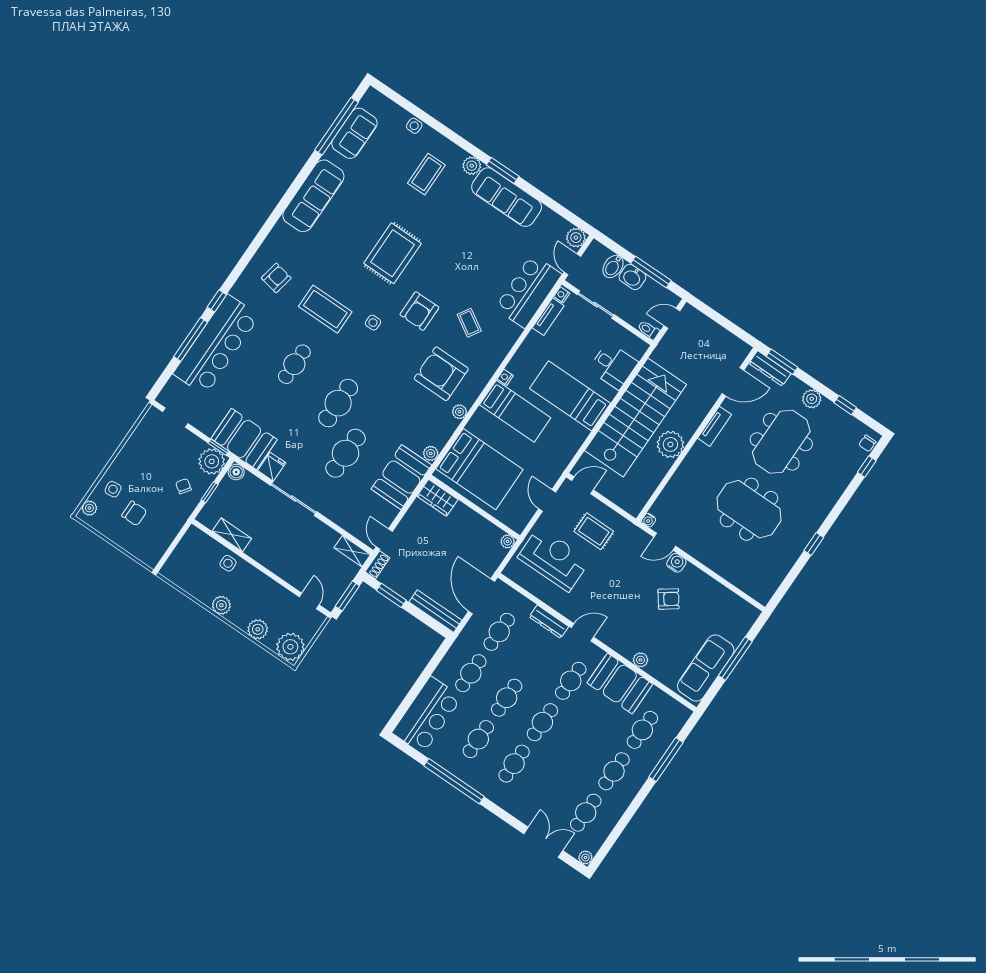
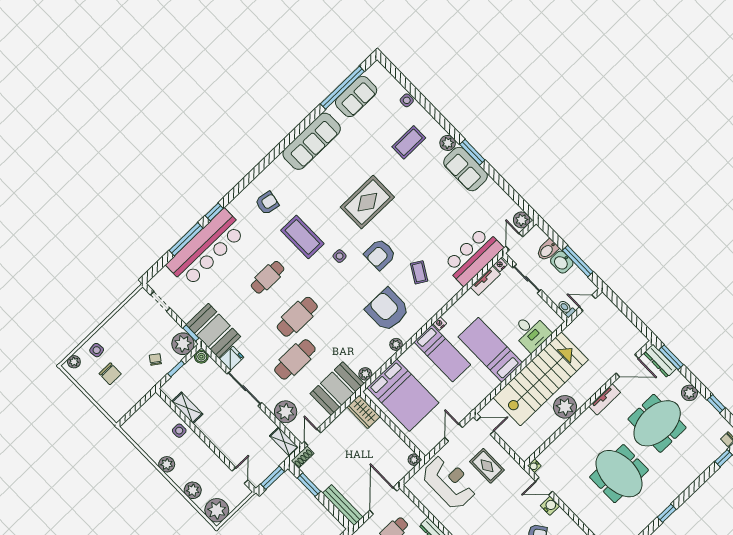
sofa: (507, 197) -> (466, 169), width x0.73
plant: (347, 516) -> (286, 412), added

